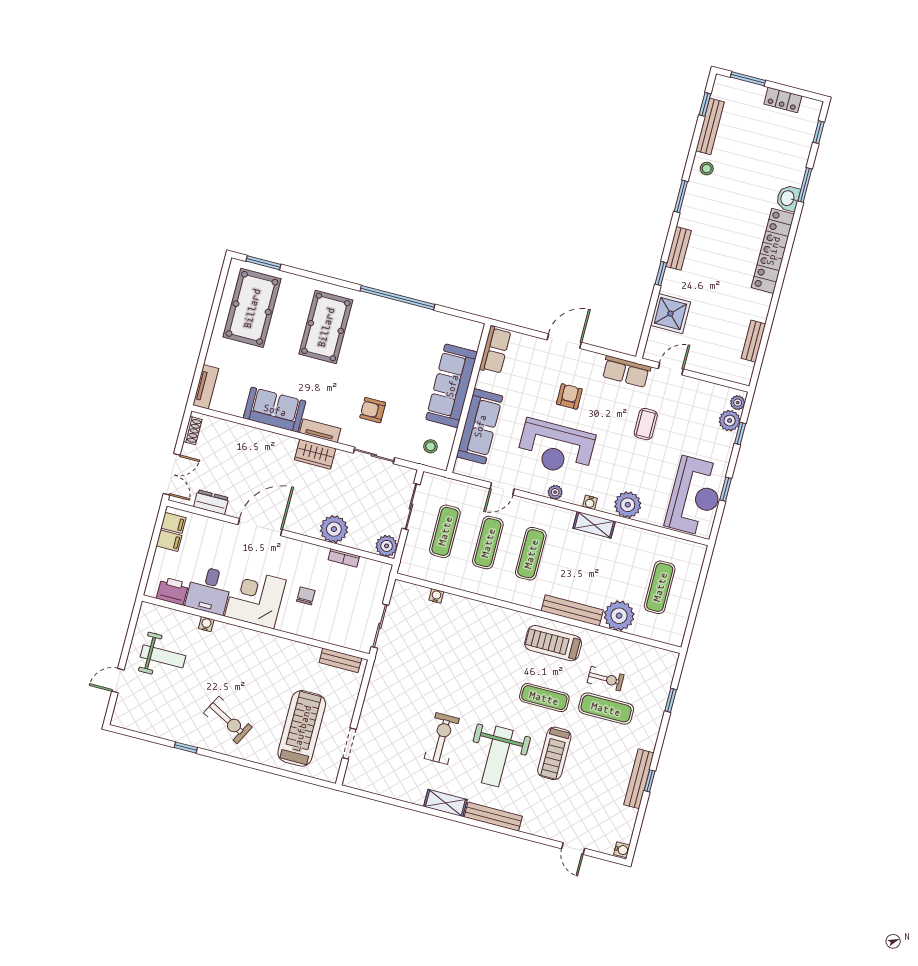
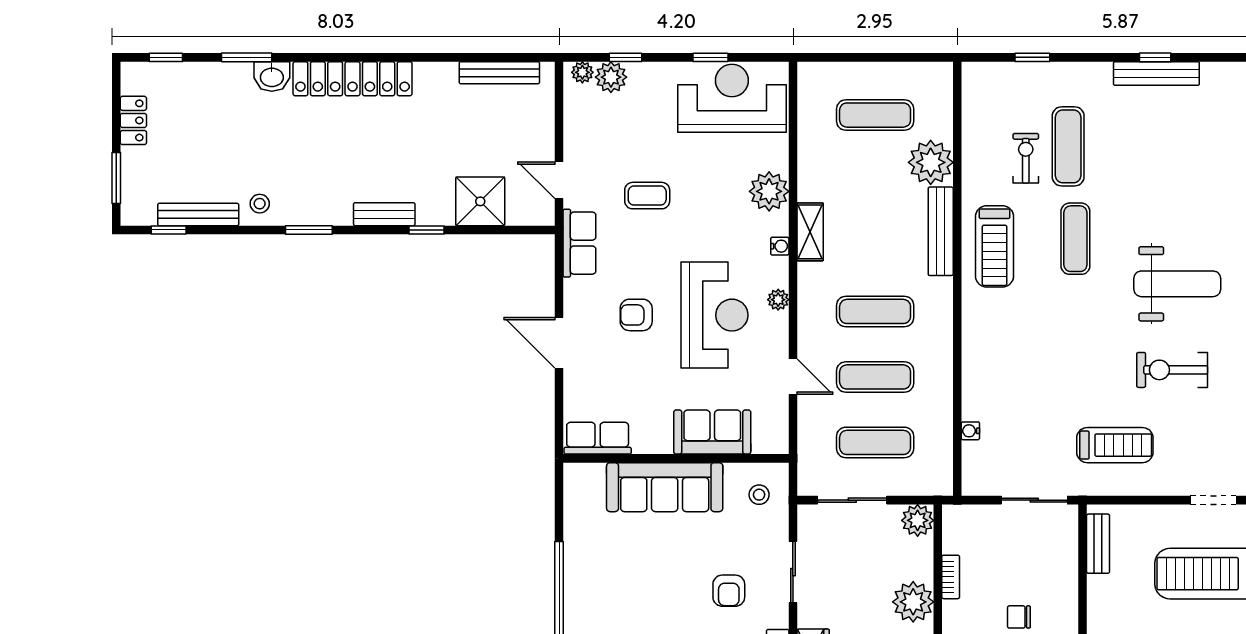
bench: (753, 341) -> (499, 73), width x1.36
sofa: (480, 426) -> (712, 432), width x0.73
treadmill: (554, 753) -> (1115, 445), moved

